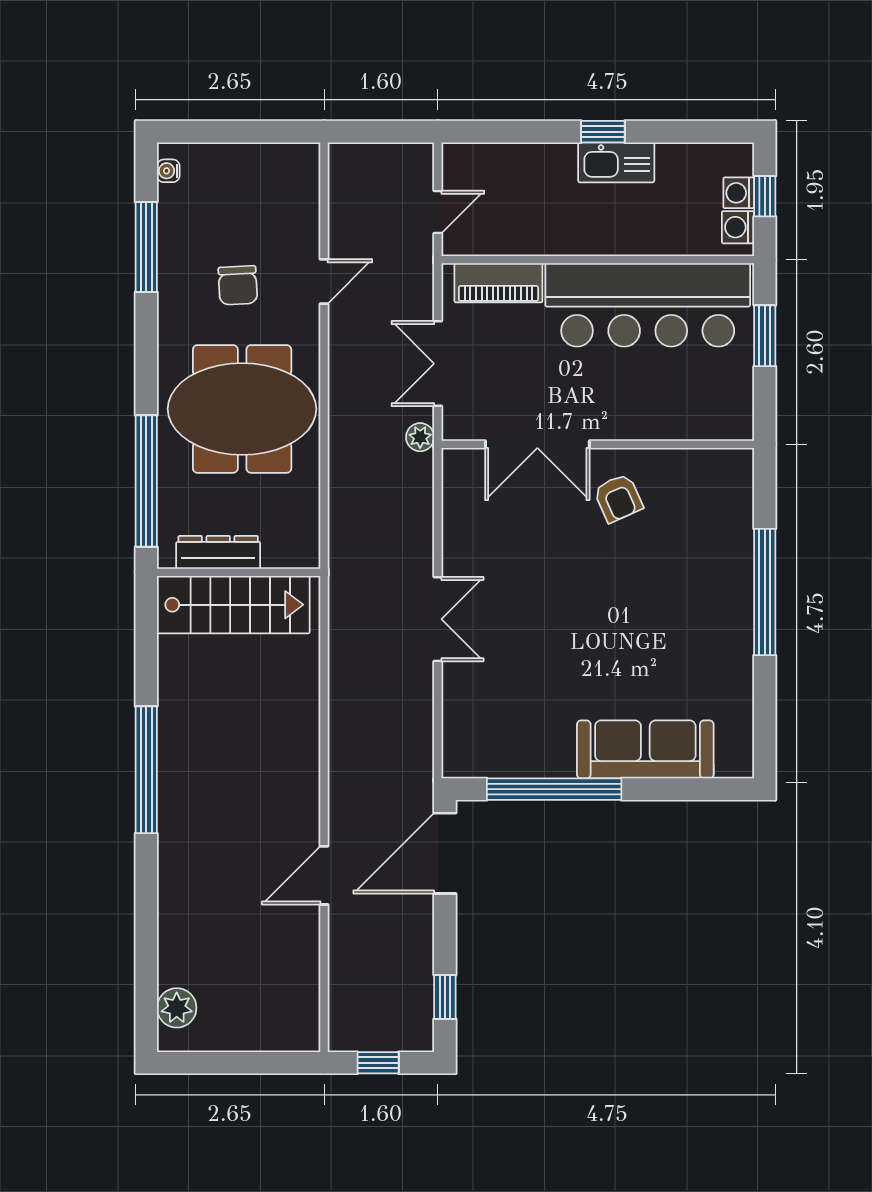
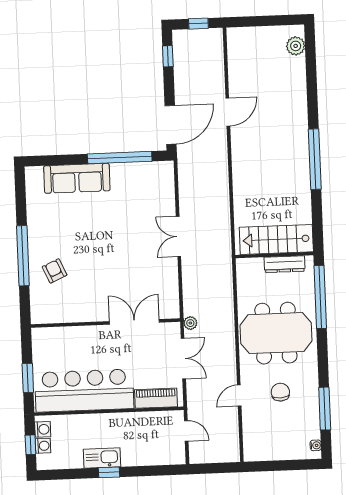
door: (438, 212) -> (186, 431), swing flipped
armchair: (618, 498) -> (55, 271), moved

